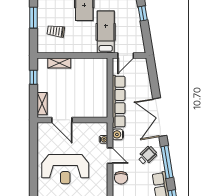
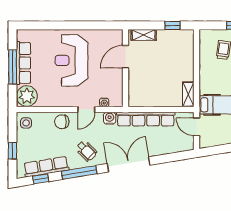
shelving: (59, 63) -> (188, 94), moved

